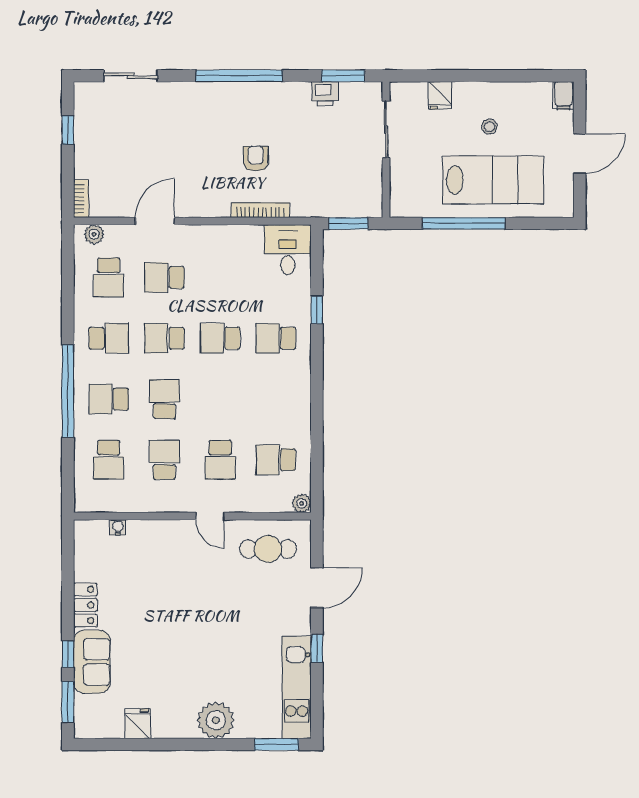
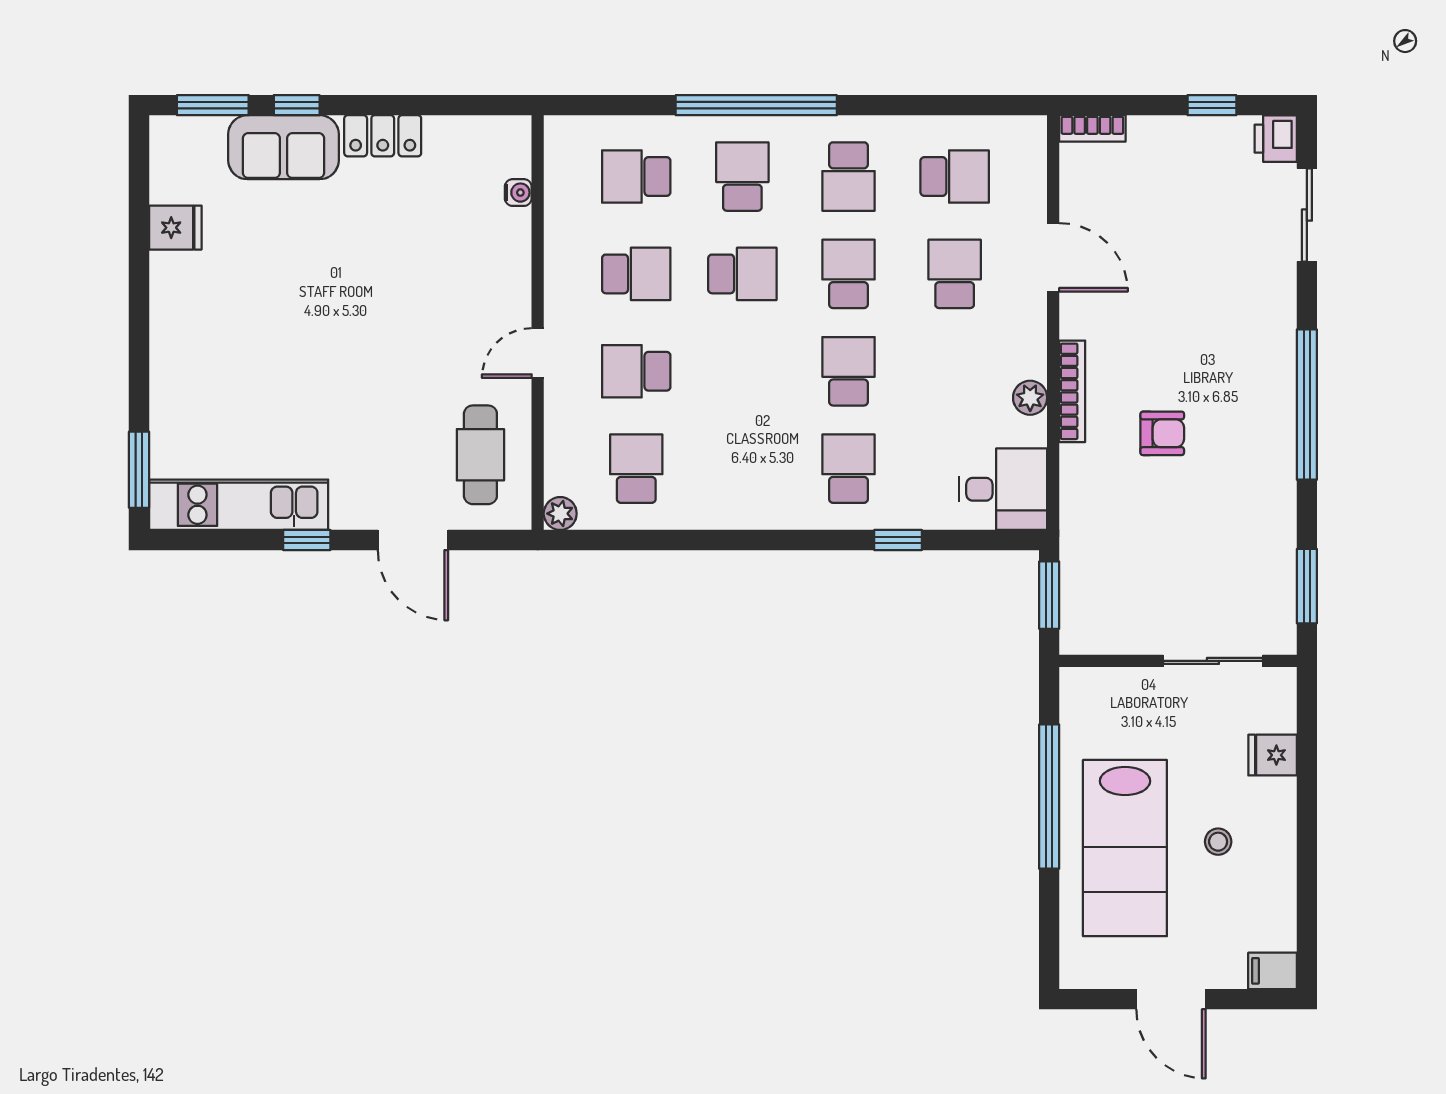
printer: (325, 94) -> (1276, 139), moved
bookcase: (260, 210) -> (1072, 391), moved
plant: (94, 234) -> (1030, 398), moved
school desk: (109, 277) -> (955, 177), turned 180
plant: (216, 720) -> (181, 364), removed

